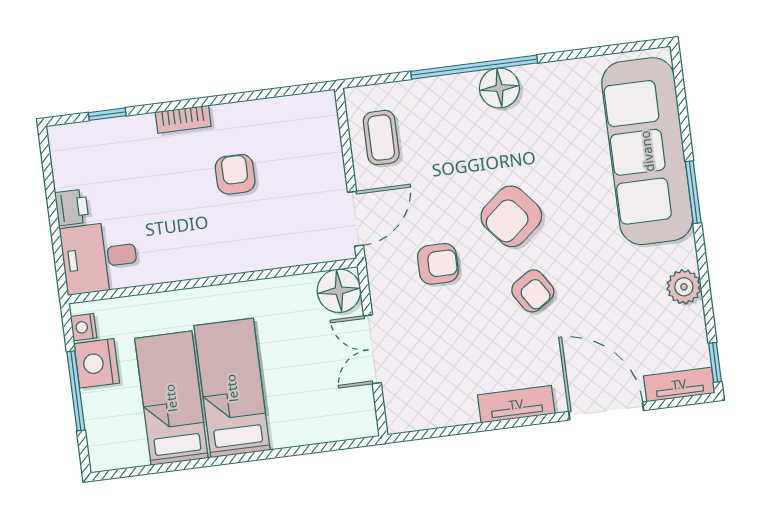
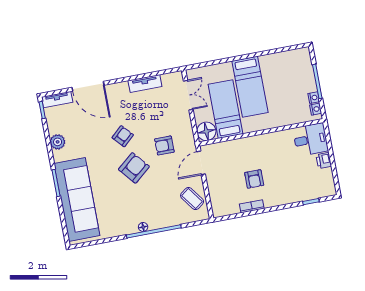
floor lamp: (499, 88) -> (143, 227), width x0.53, depth x0.53
bookcase: (183, 119) -> (252, 206), moved
coffee table: (381, 138) -> (192, 199), turned -36
armchair: (533, 291) -> (123, 136), turned 81
double door: (372, 349) -> (188, 95), moved
nightstand: (97, 363) -> (314, 98), width x0.53, depth x0.56
bed: (171, 398) -> (226, 109), moved, turned 180
tv unit: (516, 404) -> (145, 84), moved

